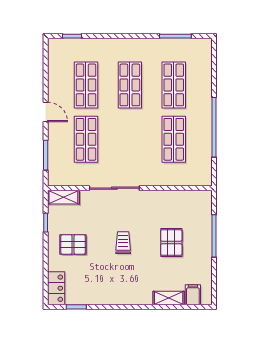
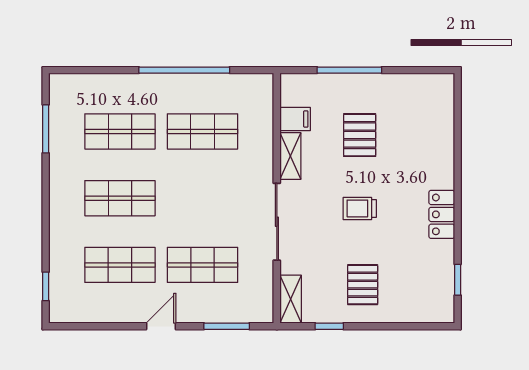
pallet: (171, 243) -> (360, 135), turned 90
locker: (56, 288) -> (442, 214), moved, turned -90
filing cabinet: (193, 295) -> (295, 119), moved, turned 180
shelving: (169, 298) -> (290, 156), moved

